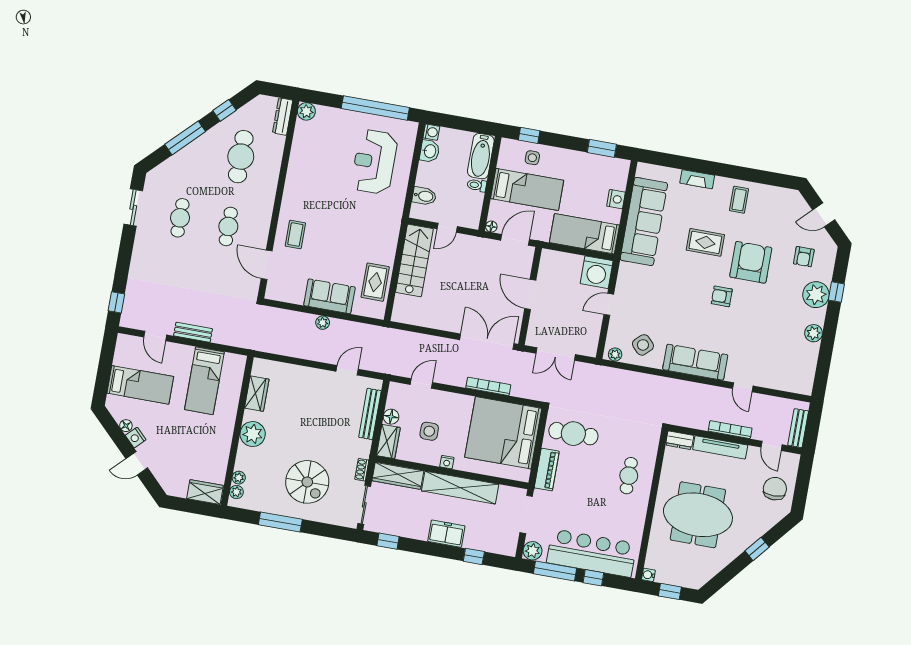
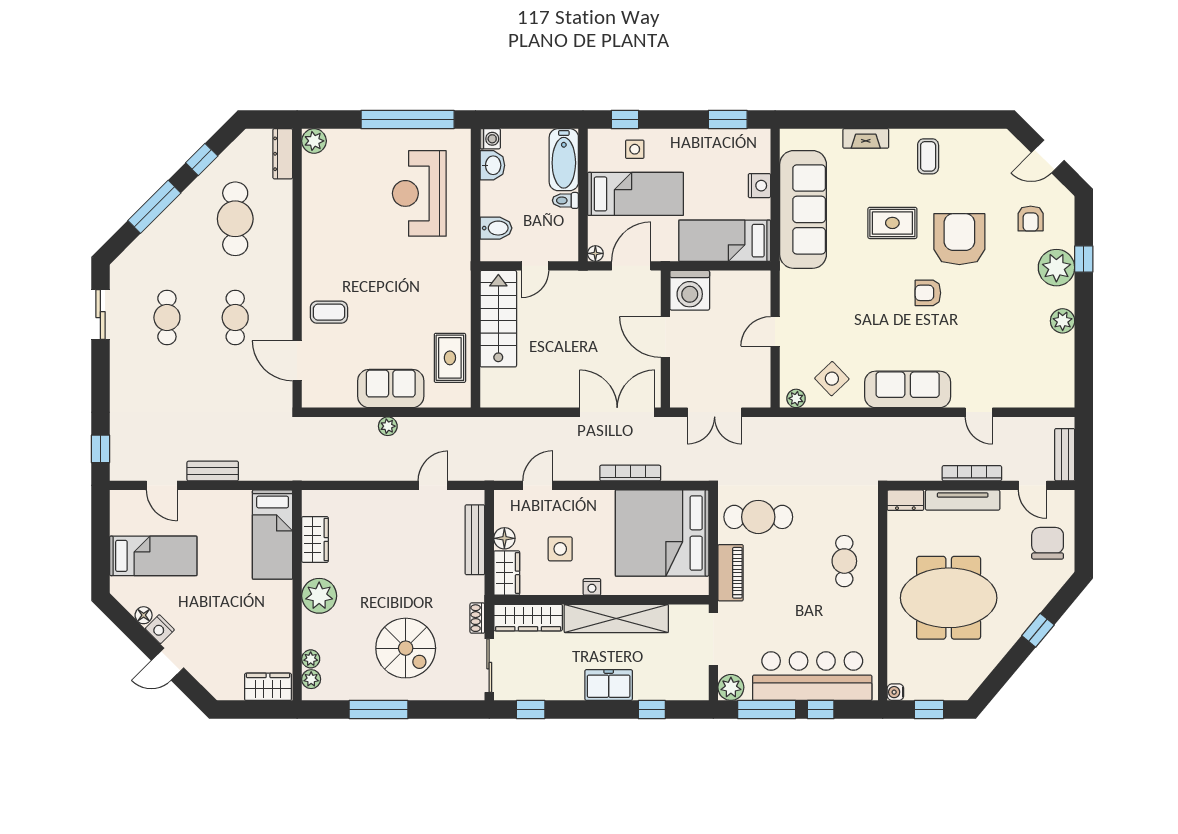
coffee table: (295, 234) -> (329, 312), turned 90
washing machine: (597, 272) -> (690, 290), moved
bed: (204, 381) -> (273, 535), moved

